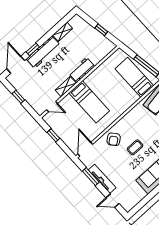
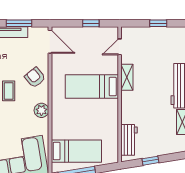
workbench: (82, 70) -> (129, 140), moved
plant: (129, 118) -> (41, 110), added

